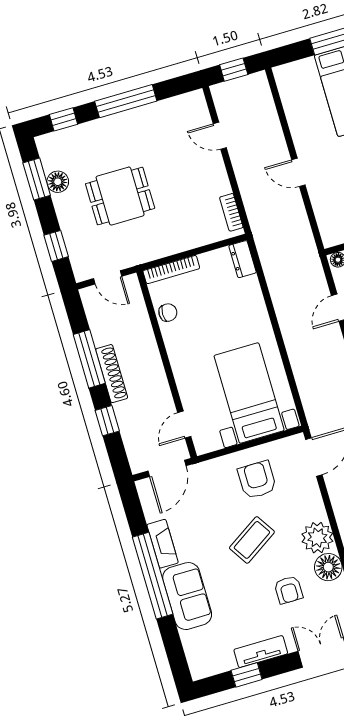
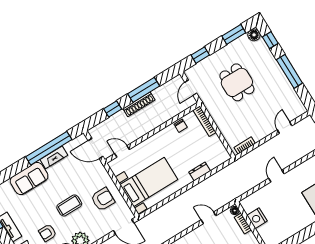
floor lamp: (58, 182) -> (254, 35), moved
dresser: (243, 259) -> (200, 172), moved
coffee table: (252, 540) -> (69, 205), turned -57
window: (153, 576) -> (49, 148), moved

